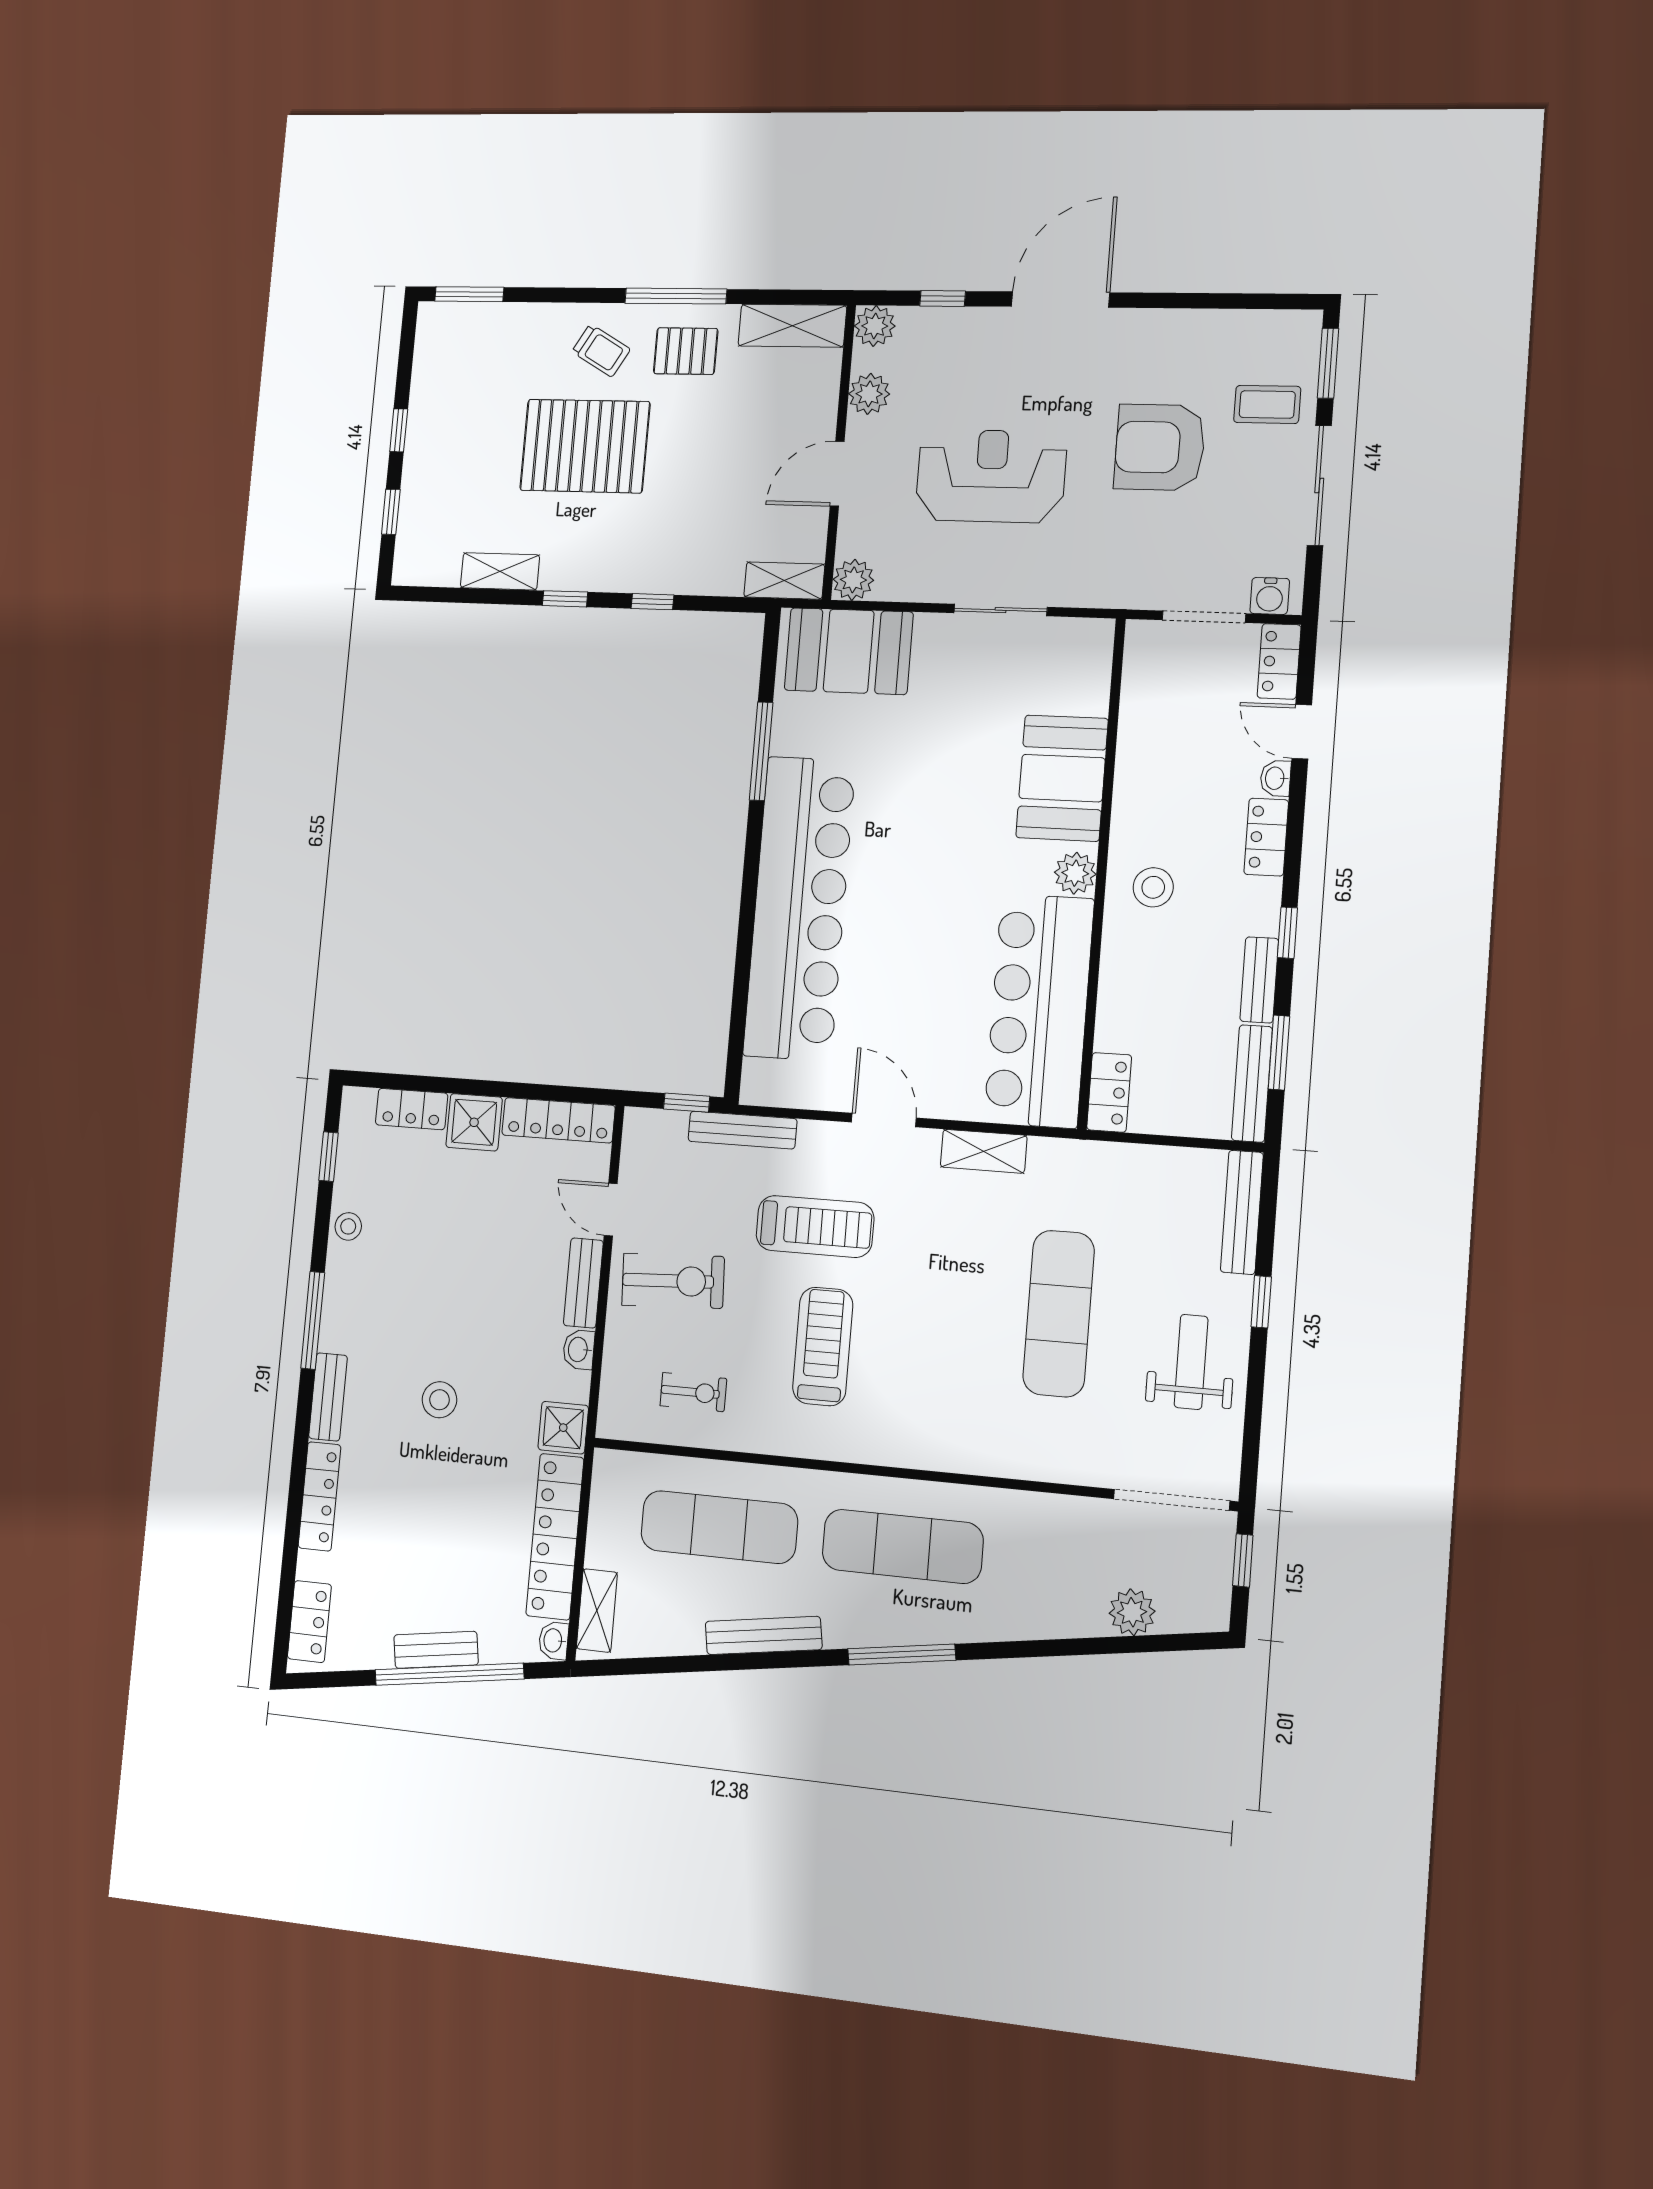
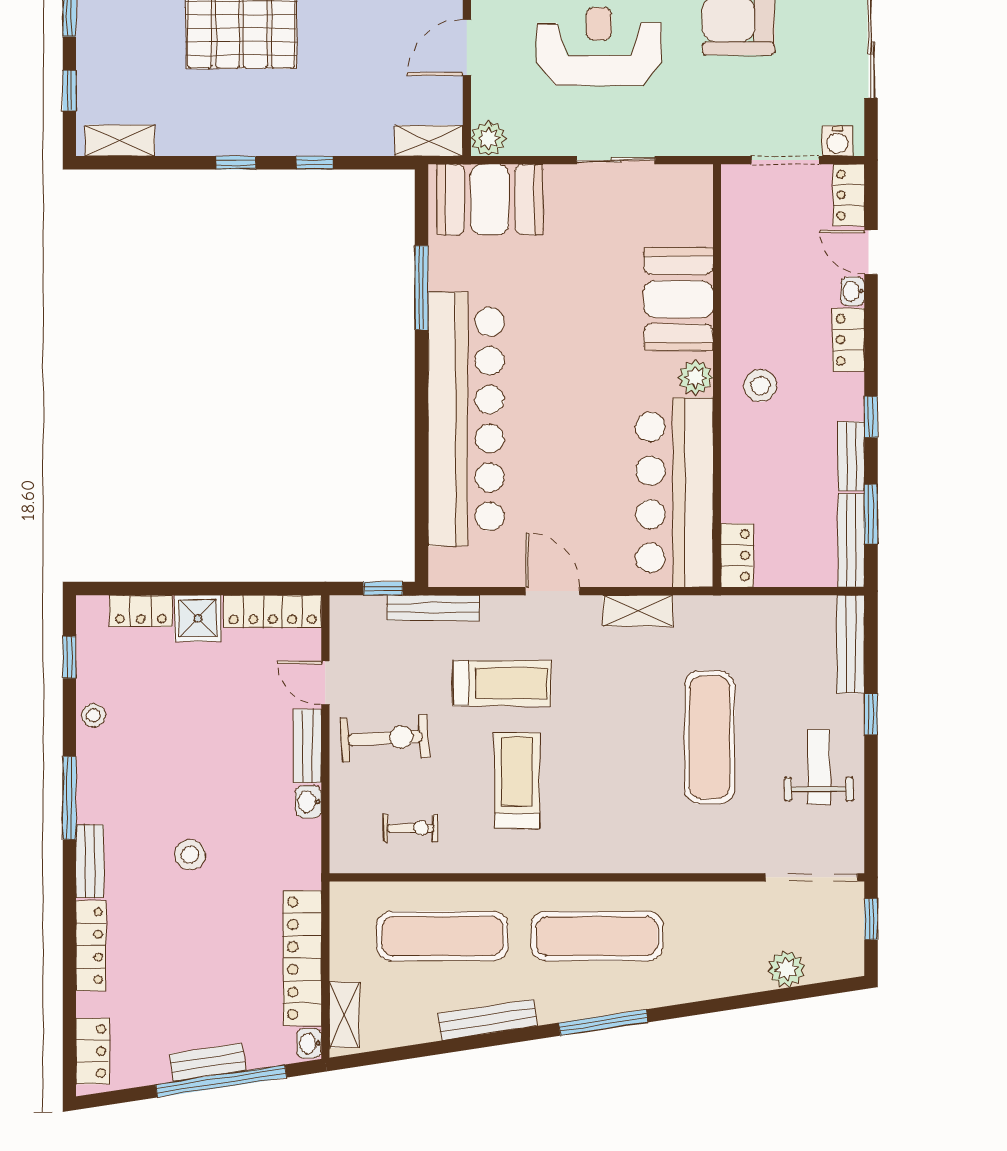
shelving: (500, 571) -> (120, 140), moved
shower: (563, 1428) -> (301, 868), removed

